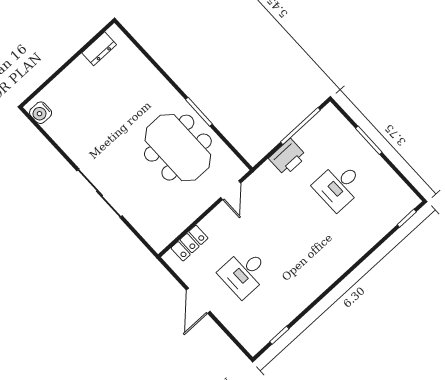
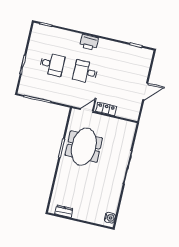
printer: (288, 157) -> (89, 42), moved, turned 180
locker: (190, 243) -> (106, 109), moved
desk: (244, 273) -> (85, 72), moved, turned 180

